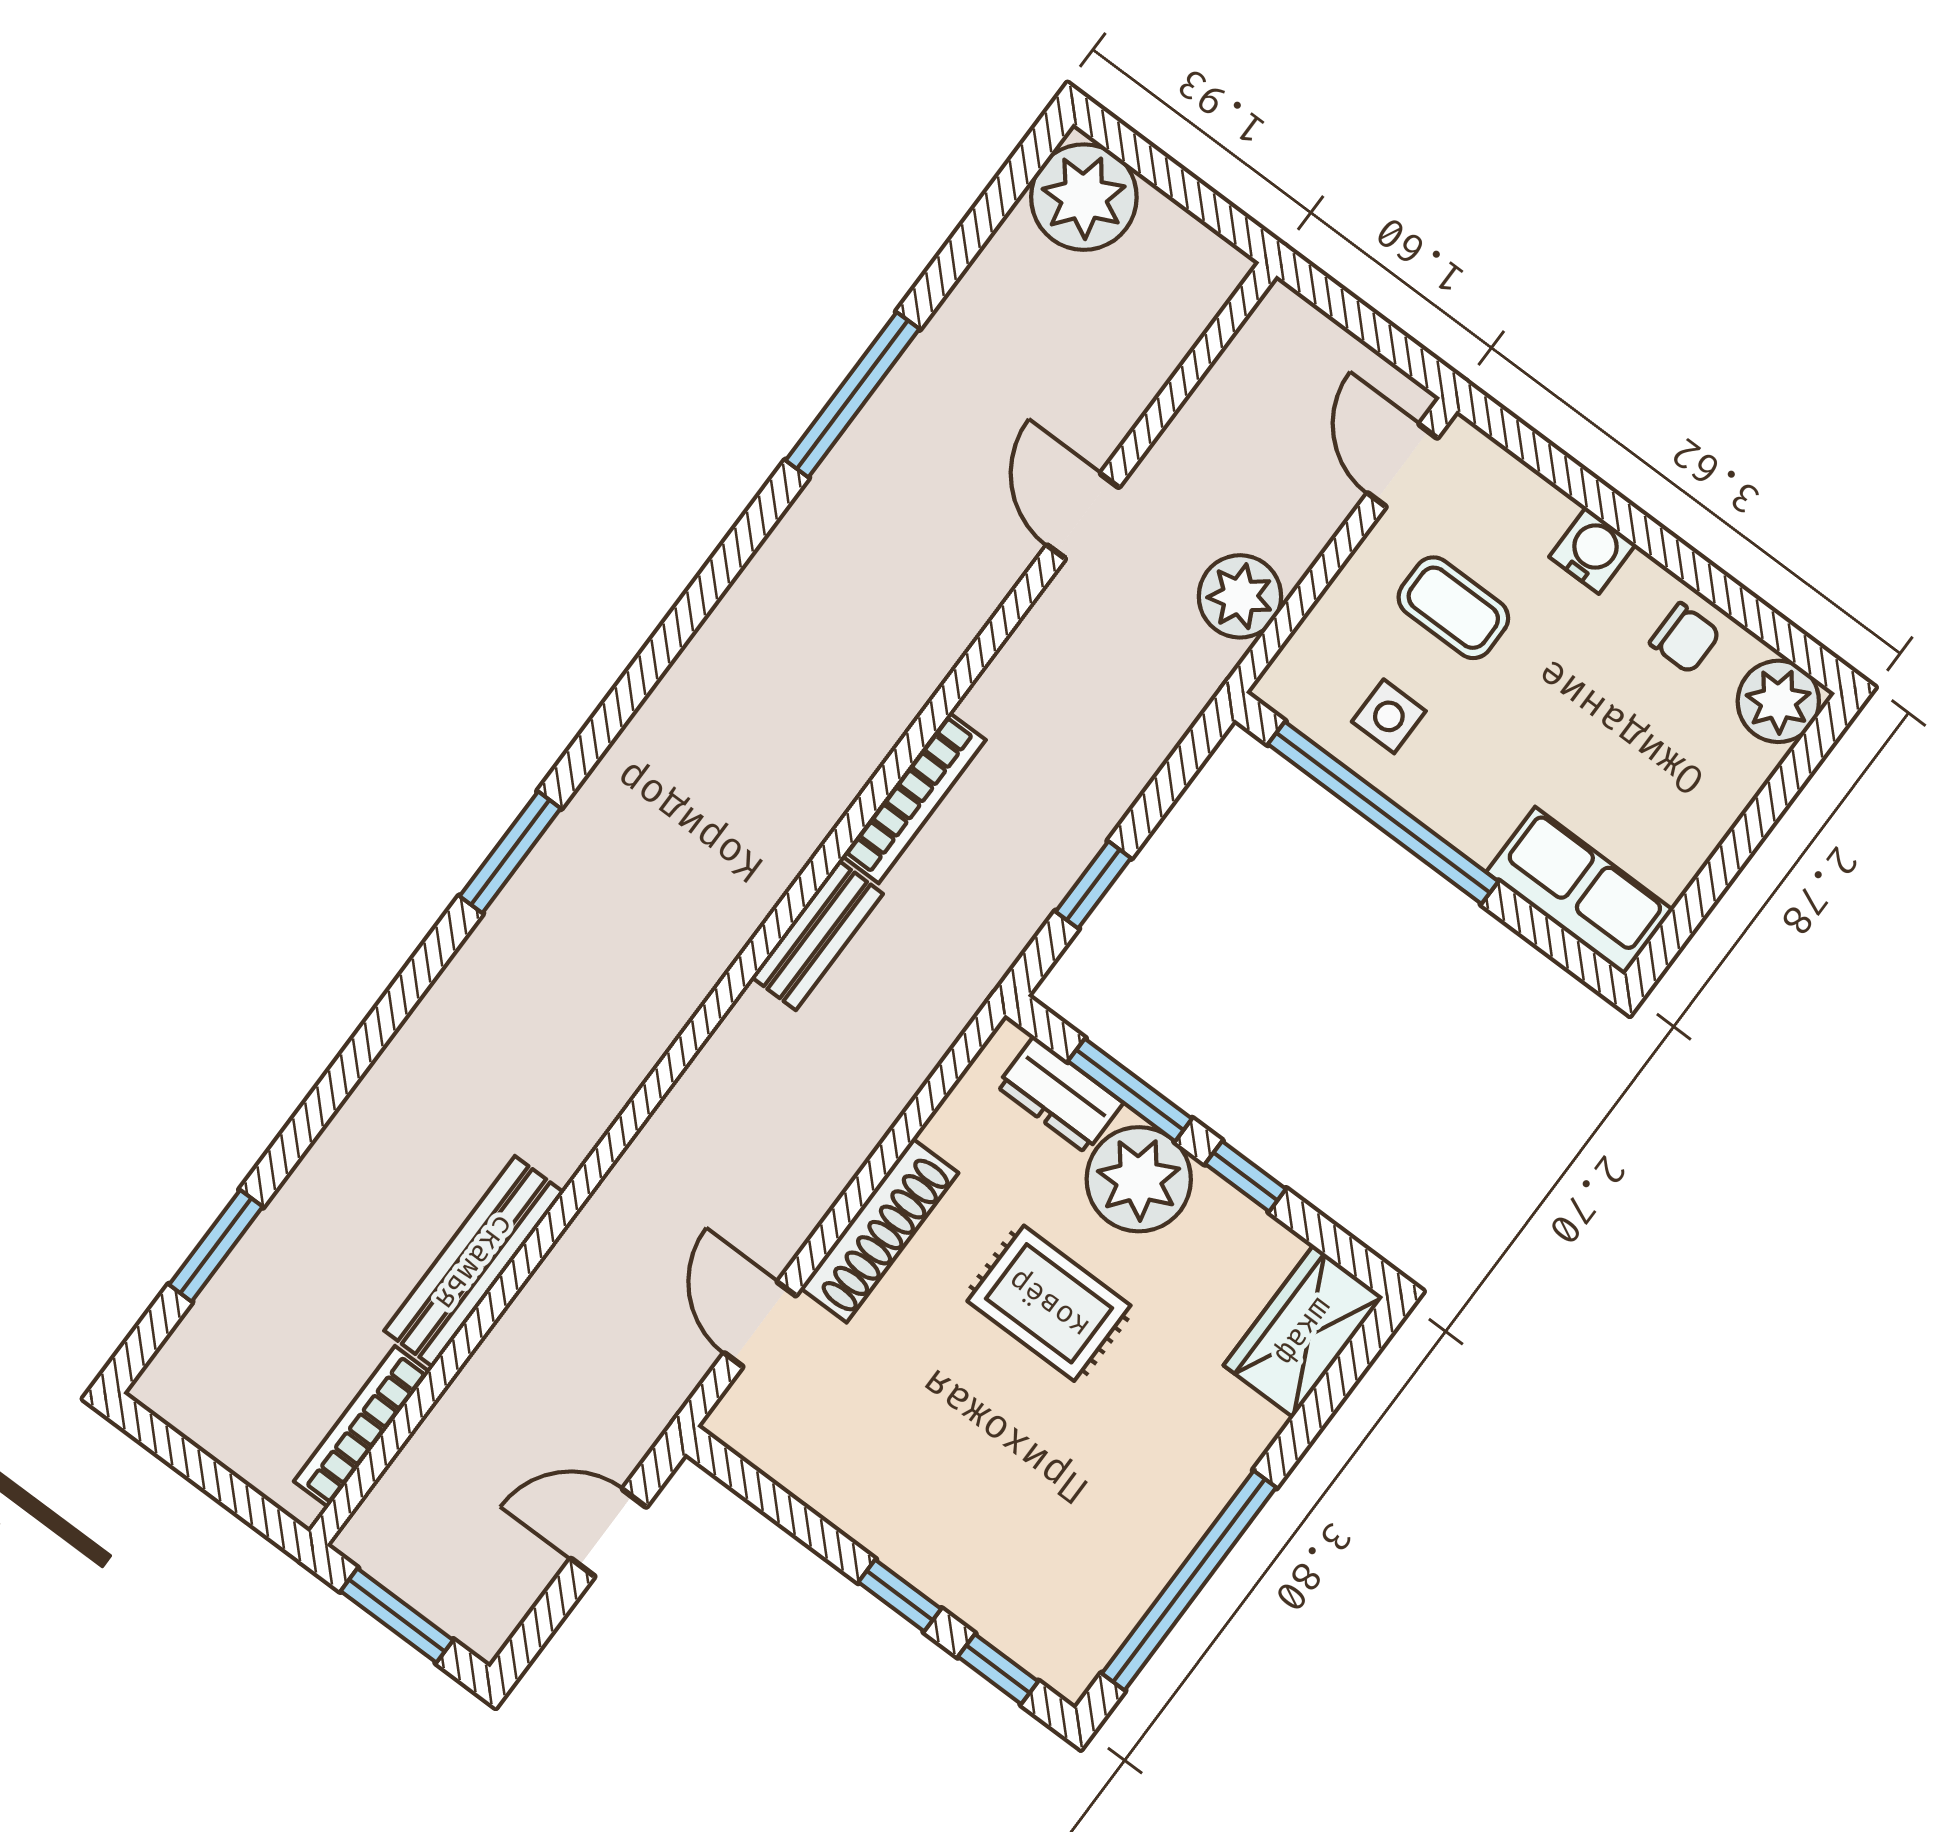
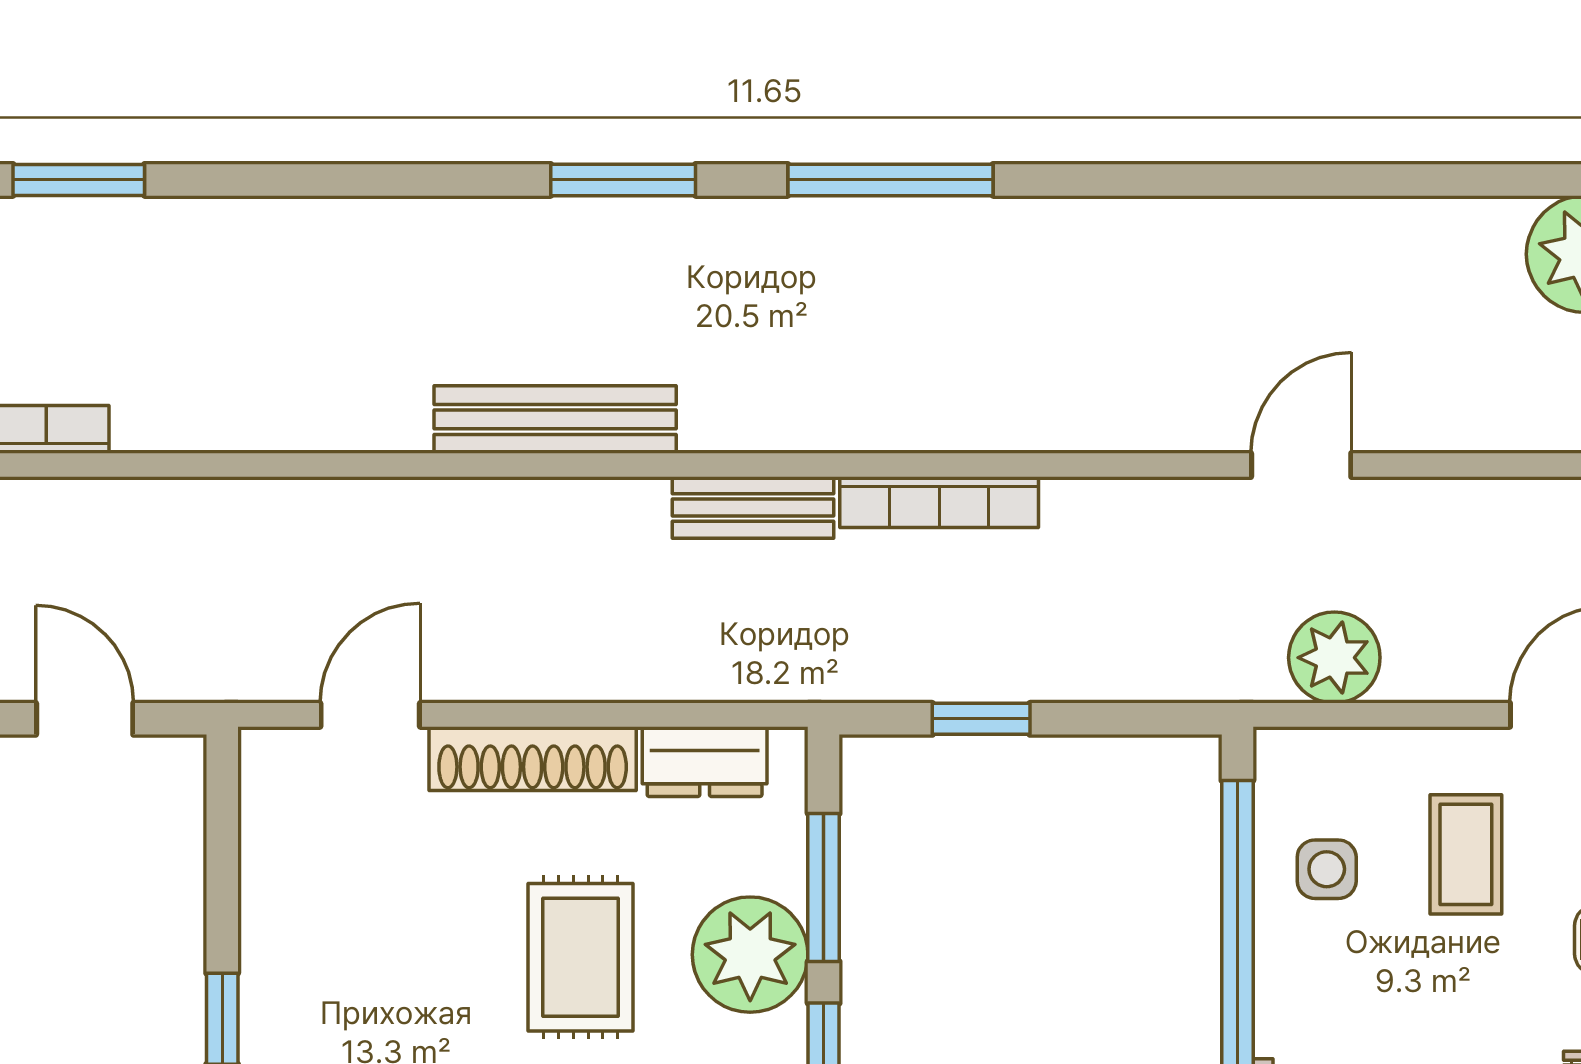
window: (852, 395) -> (890, 180), moved
dresser: (1060, 1095) -> (705, 762), moved, turned -90
bench: (474, 1262) -> (555, 419), moved

